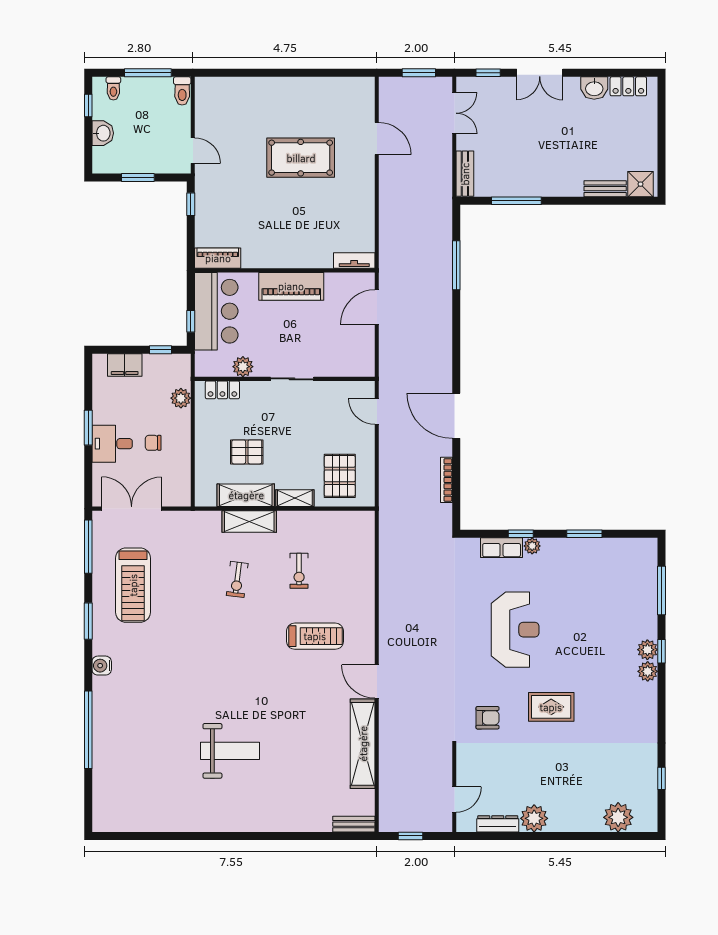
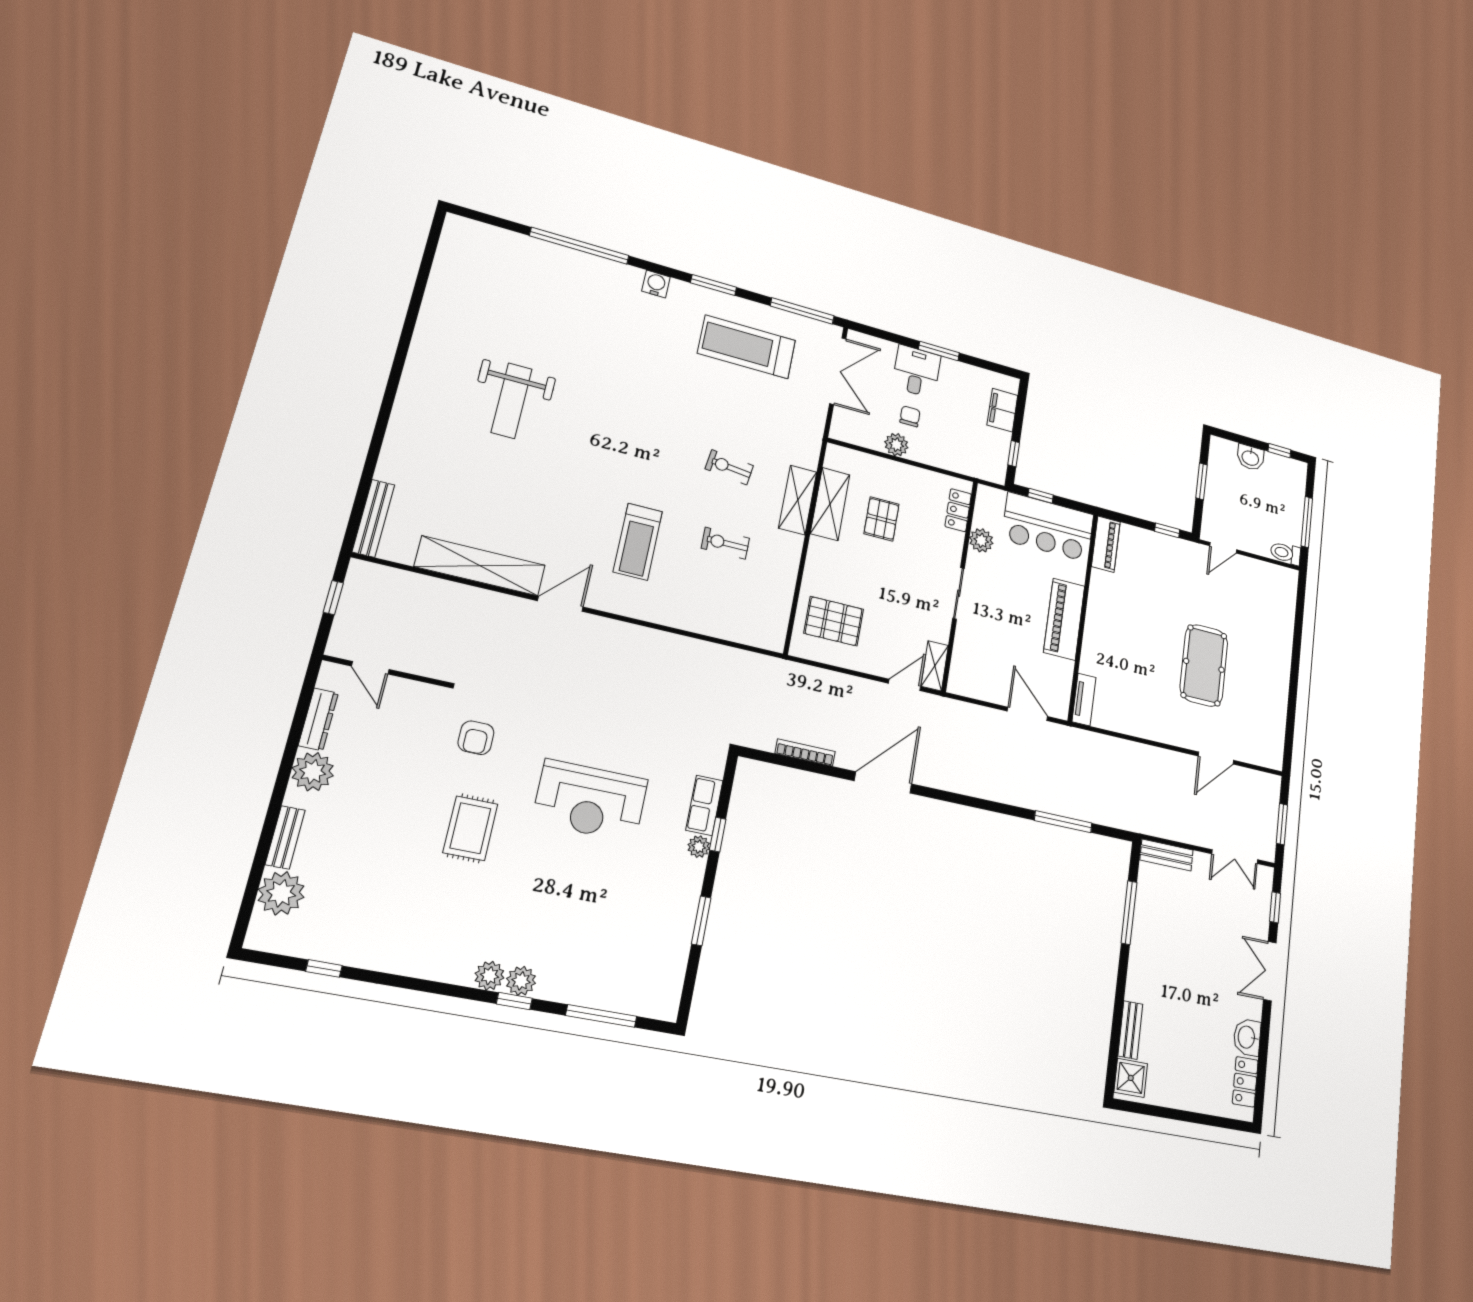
toilet: (113, 88) -> (1294, 482), removed
plant: (181, 398) -> (896, 445), moved
shelving: (295, 498) -> (935, 666), moved
bench: (354, 824) -> (373, 518), width x1.36
bench: (581, 824) -> (285, 837), added

